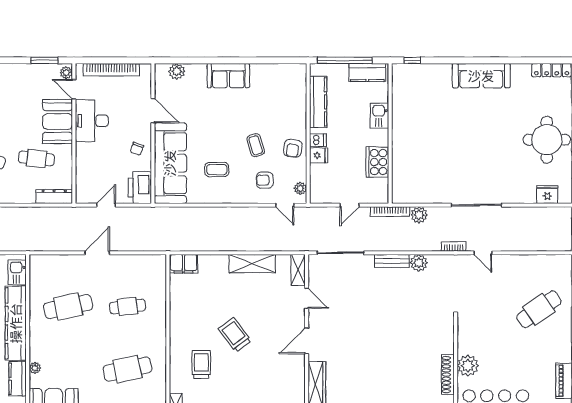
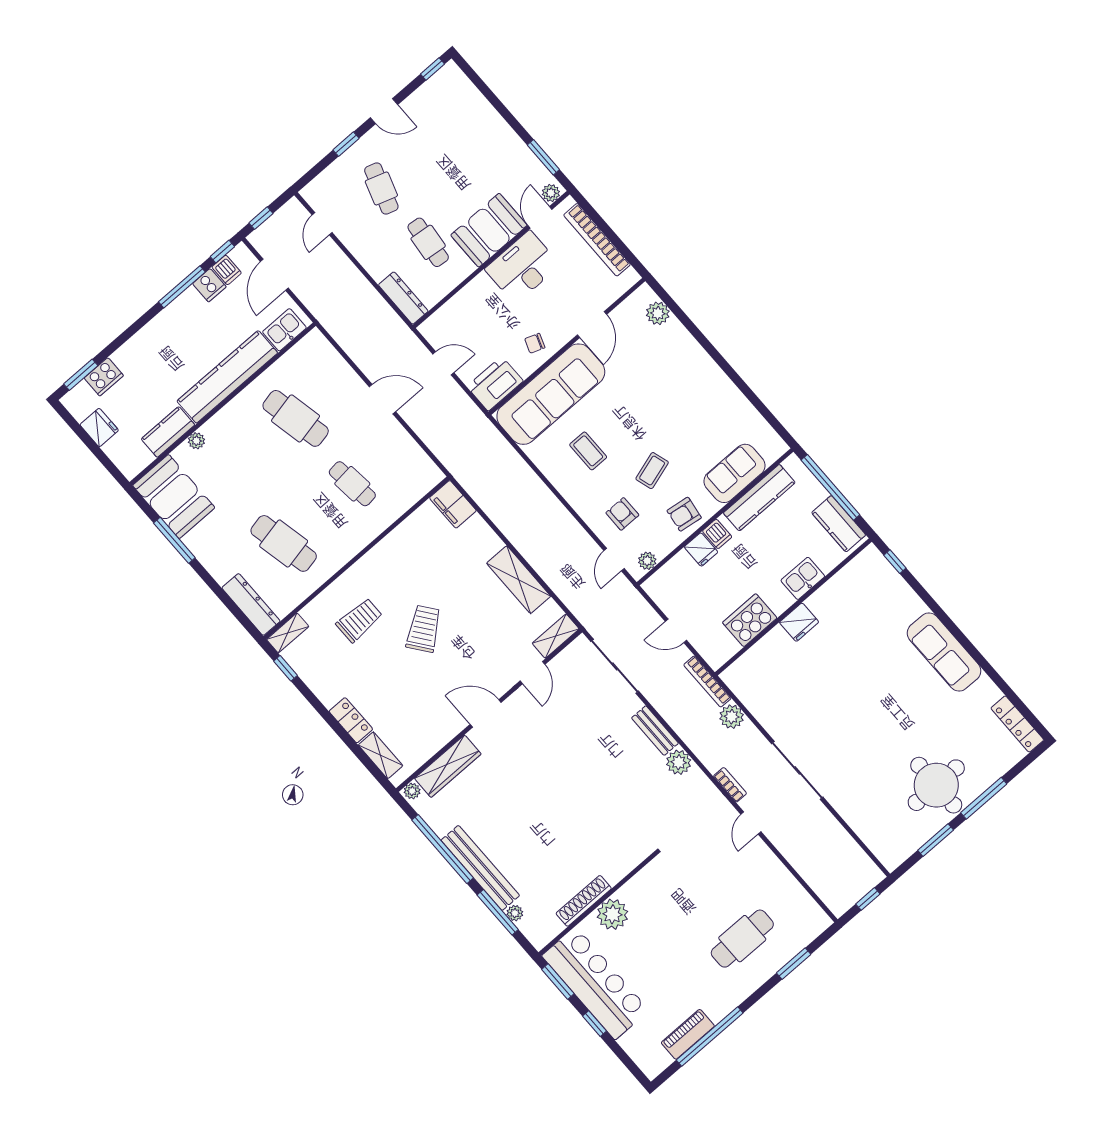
sofa: (228, 76) -> (735, 473), moved, turned 90
fridge: (547, 195) -> (799, 622), moved, turned 90
cafe table: (539, 309) -> (742, 939), turned -55

